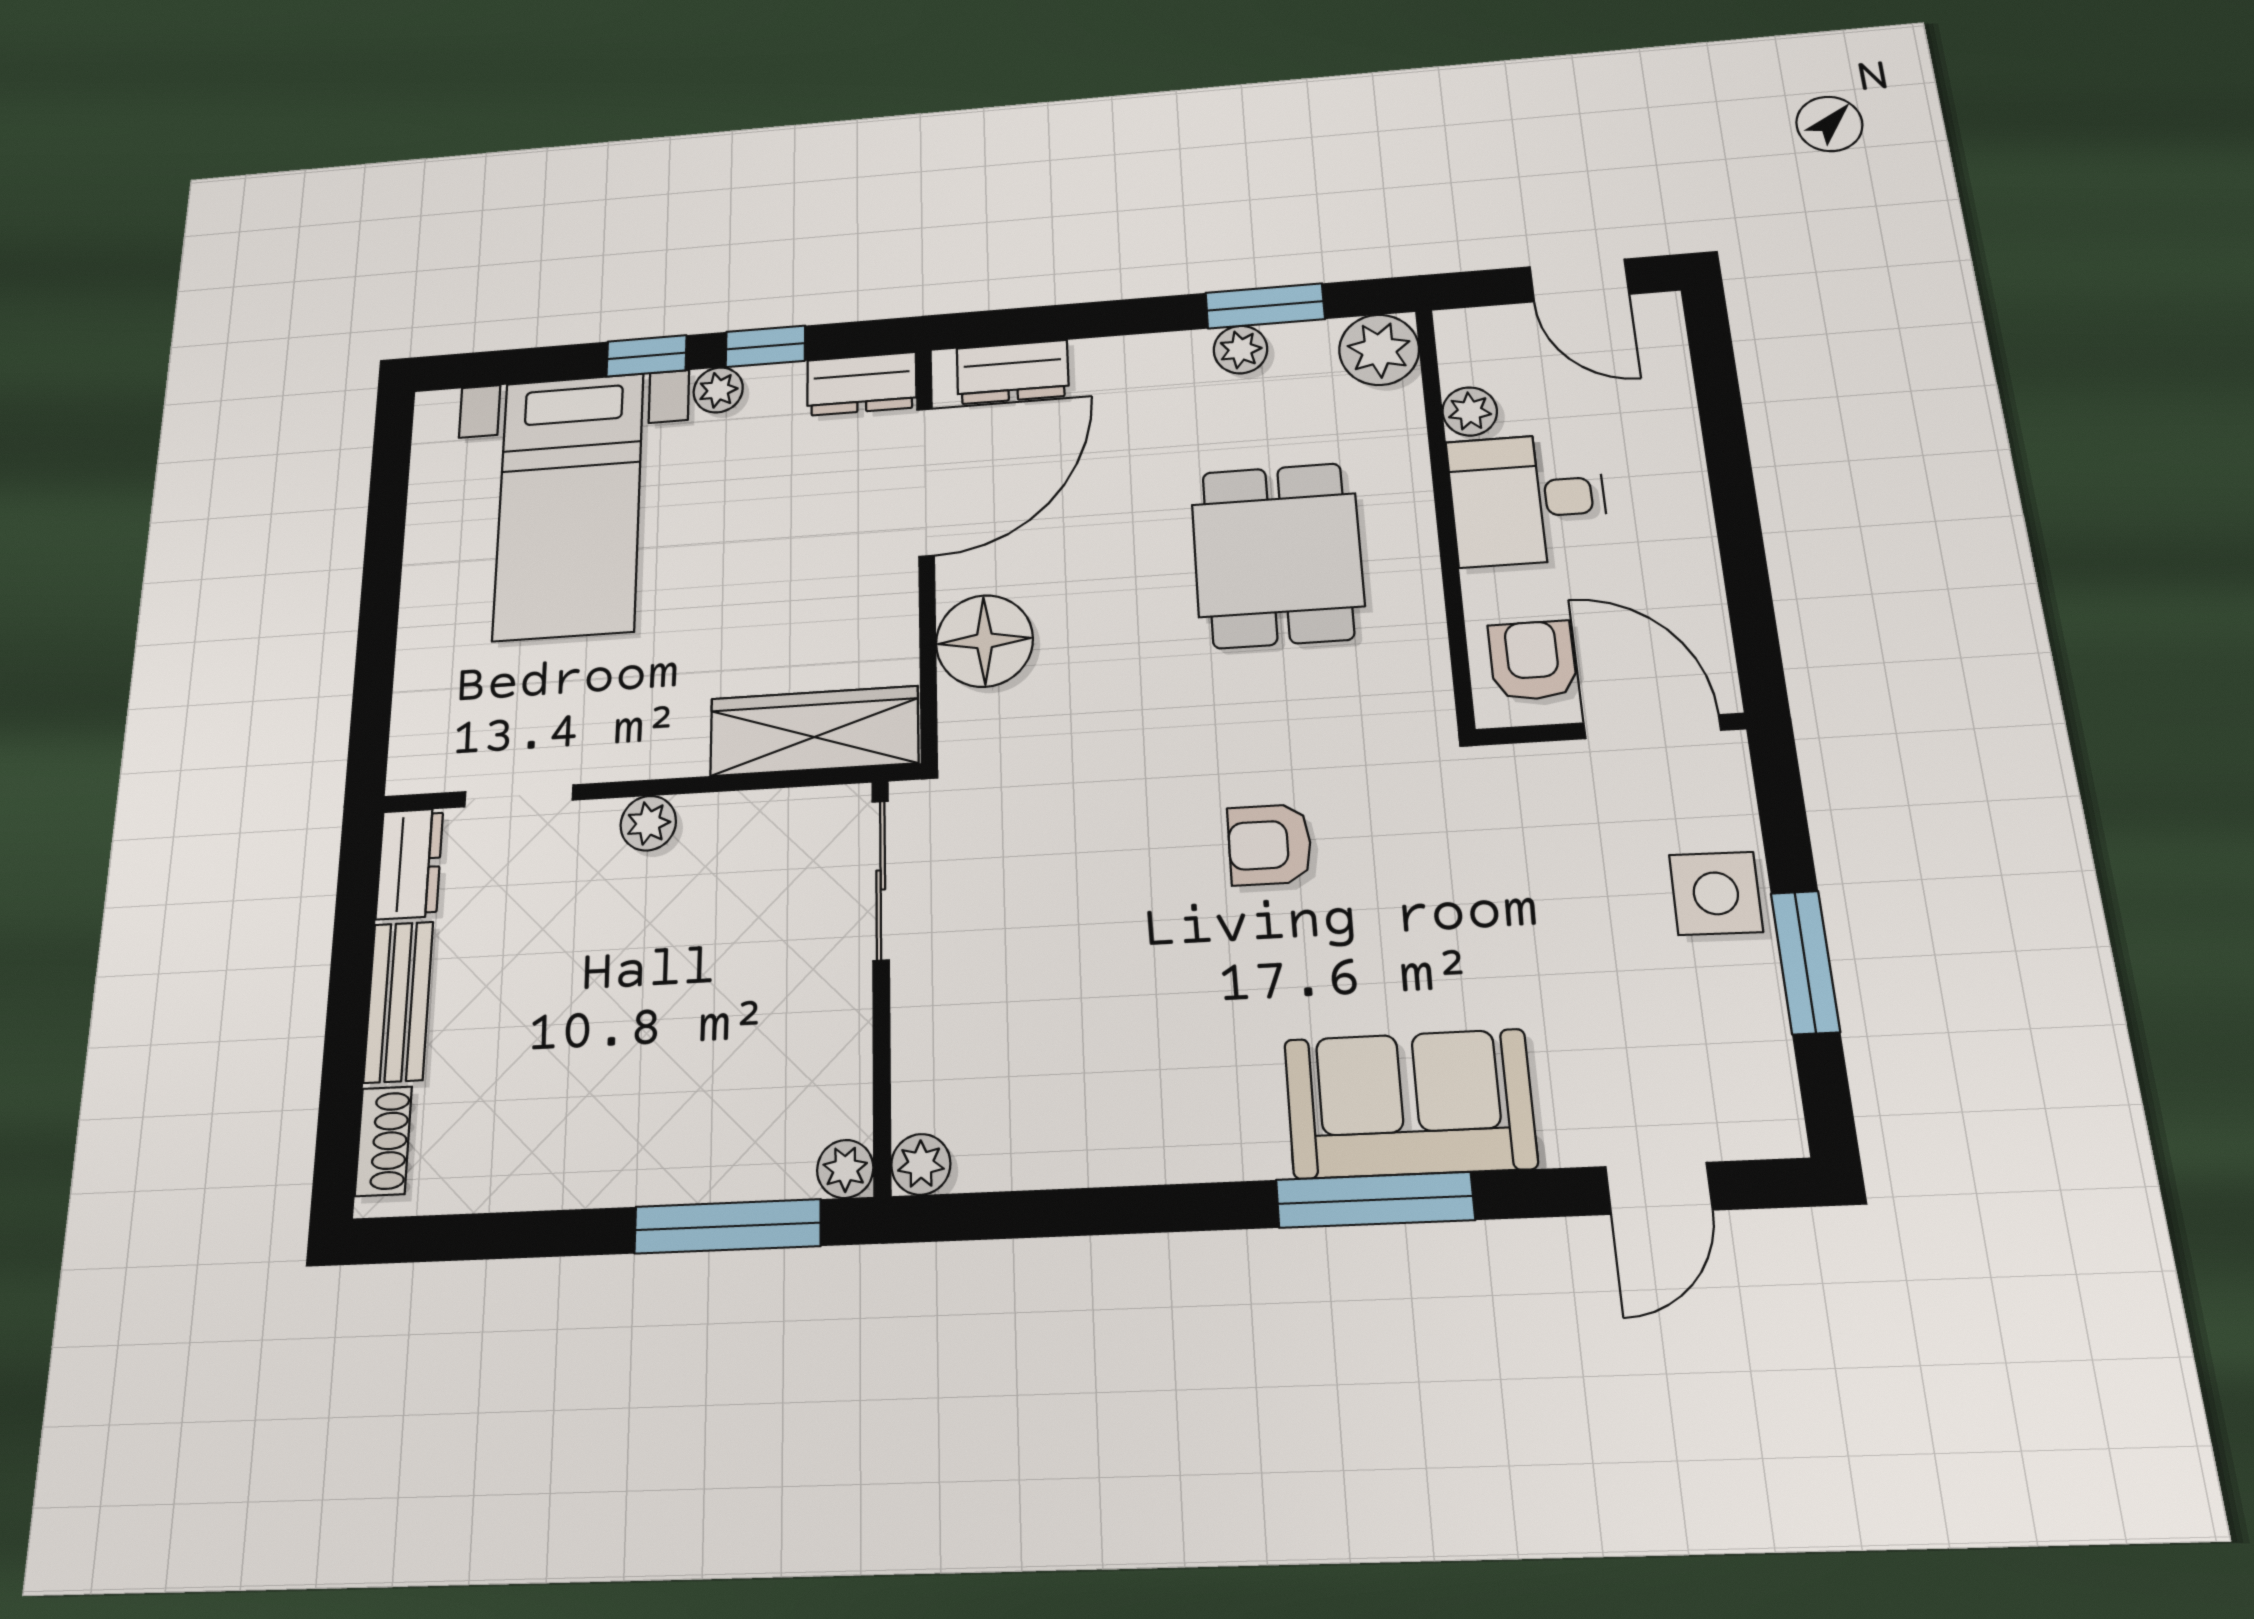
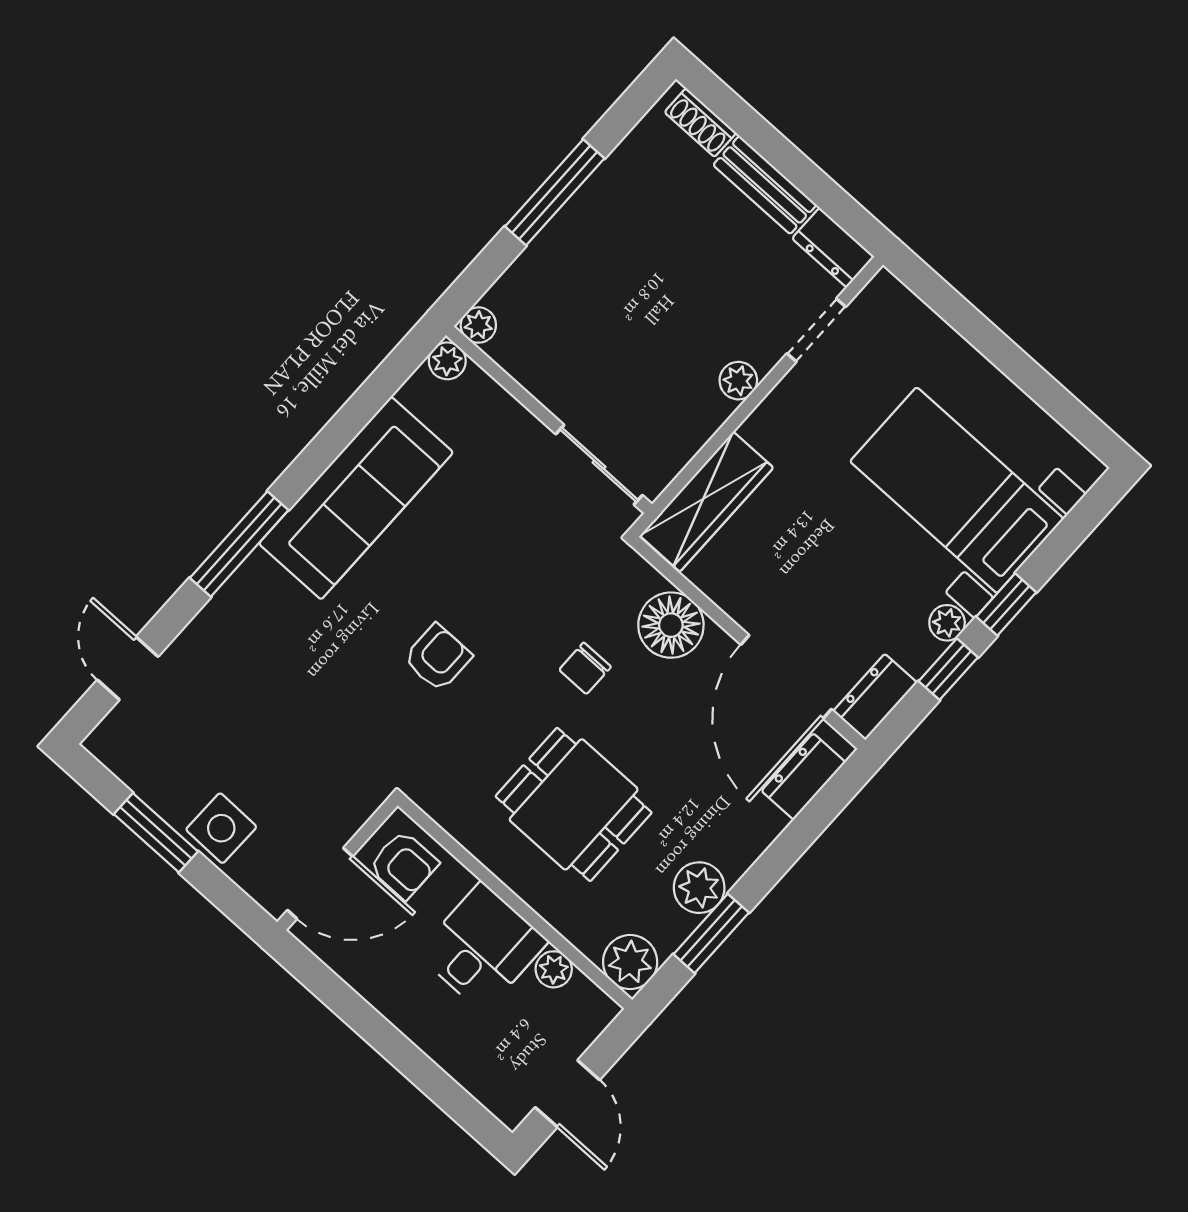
door: (1579, 280) -> (567, 1094), swing flipped
plant: (1240, 350) -> (699, 888), width x1.38, depth x1.38
chair: (1120, 682) -> (585, 668), added
sofa: (1410, 1104) -> (356, 498), moved, width x1.36
window: (728, 1226) -> (555, 192), moved

